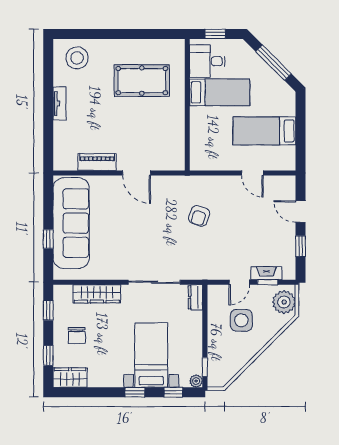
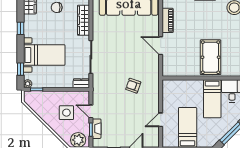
pool table: (142, 81) -> (211, 57), moved
door: (137, 173) -> (161, 46), hinge flipped
window: (135, 392) -> (20, 28), moved

